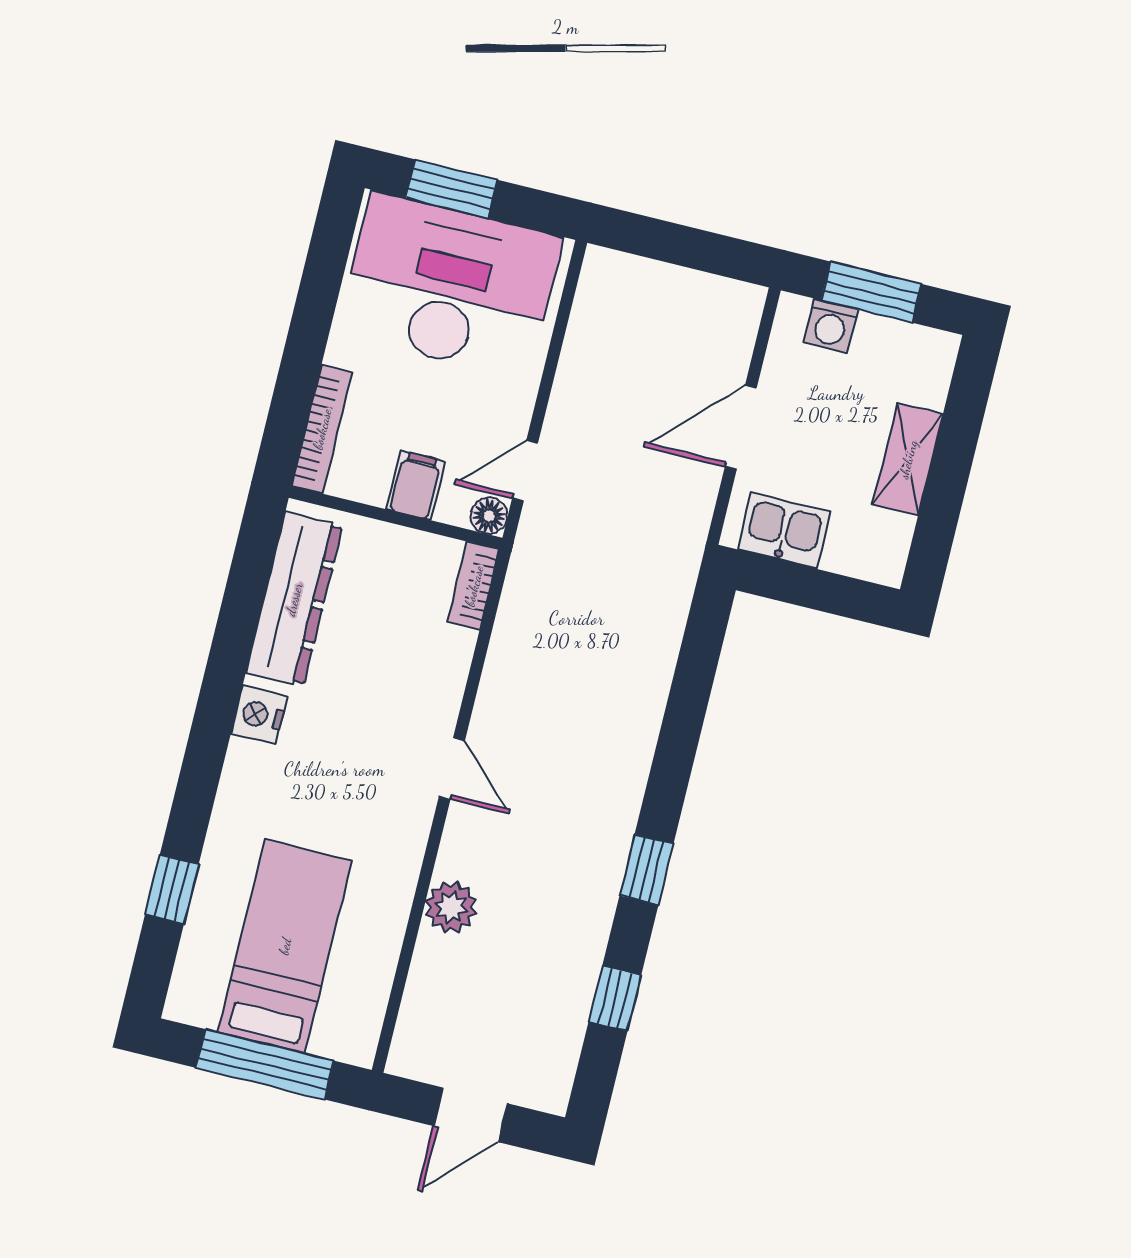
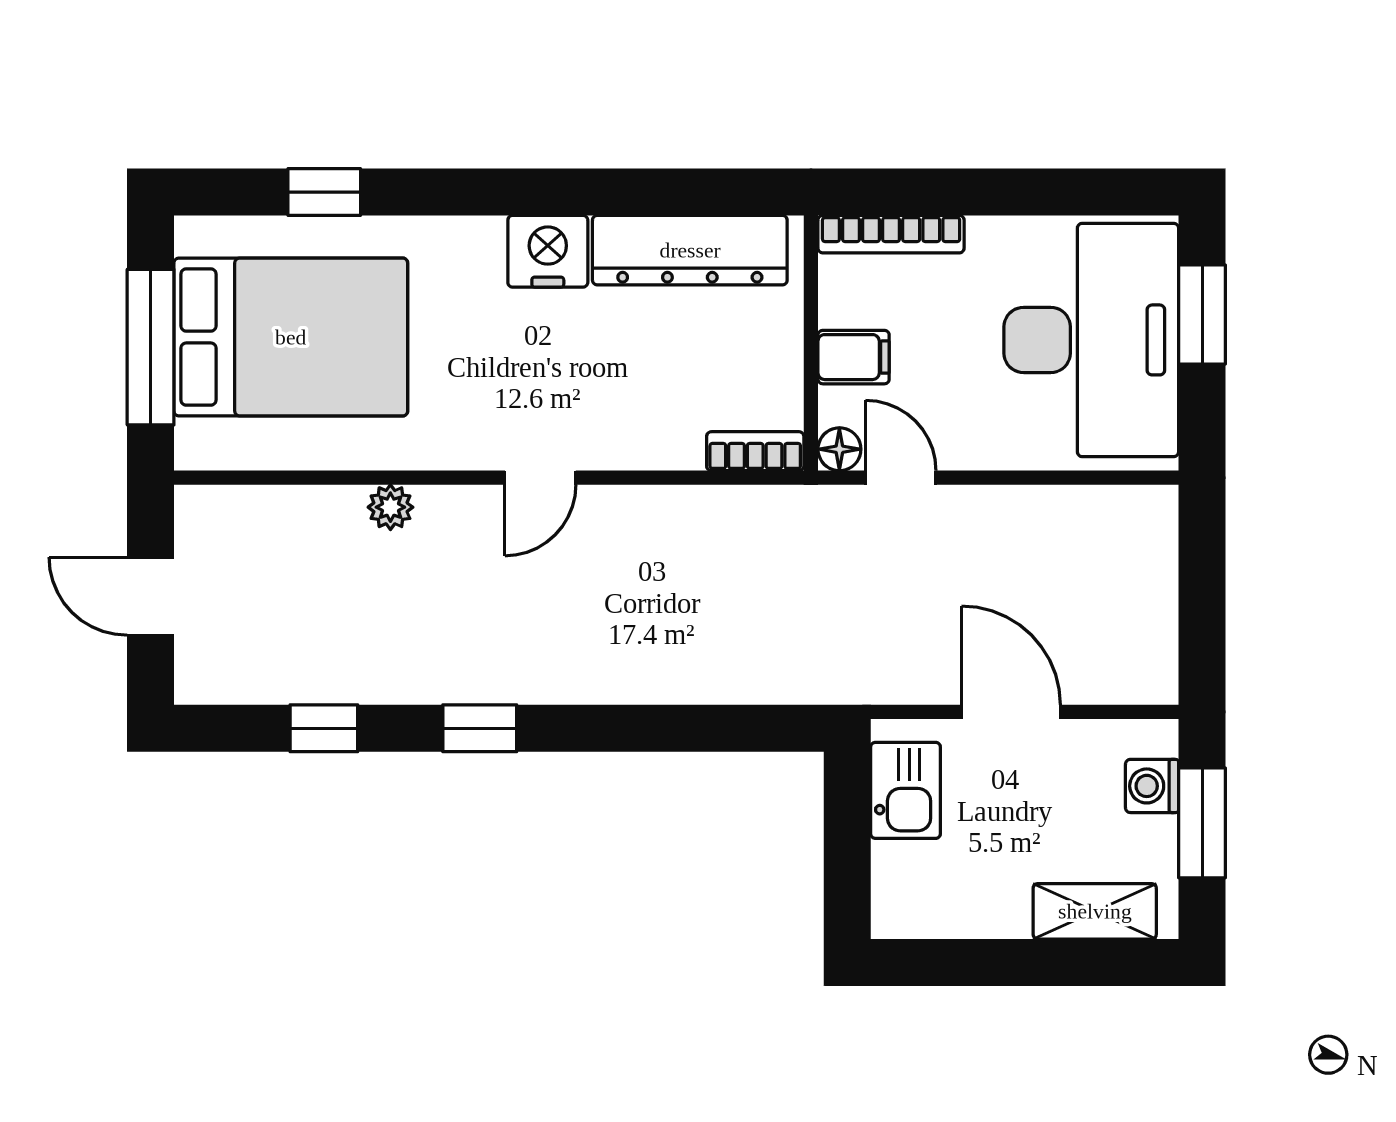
shelving: (908, 459) -> (1095, 911), moved
nightstand: (259, 715) -> (548, 251), width x1.36, depth x1.33
plant: (451, 907) -> (390, 507), width x0.73, depth x0.73
bed: (285, 946) -> (291, 337), width x1.50

